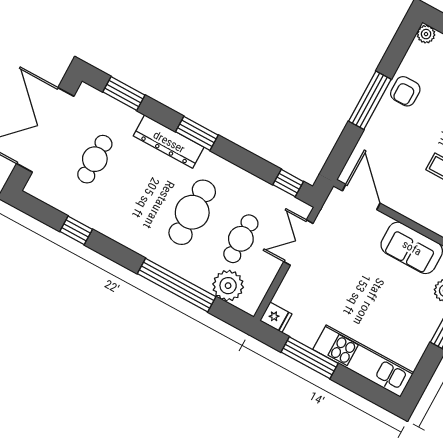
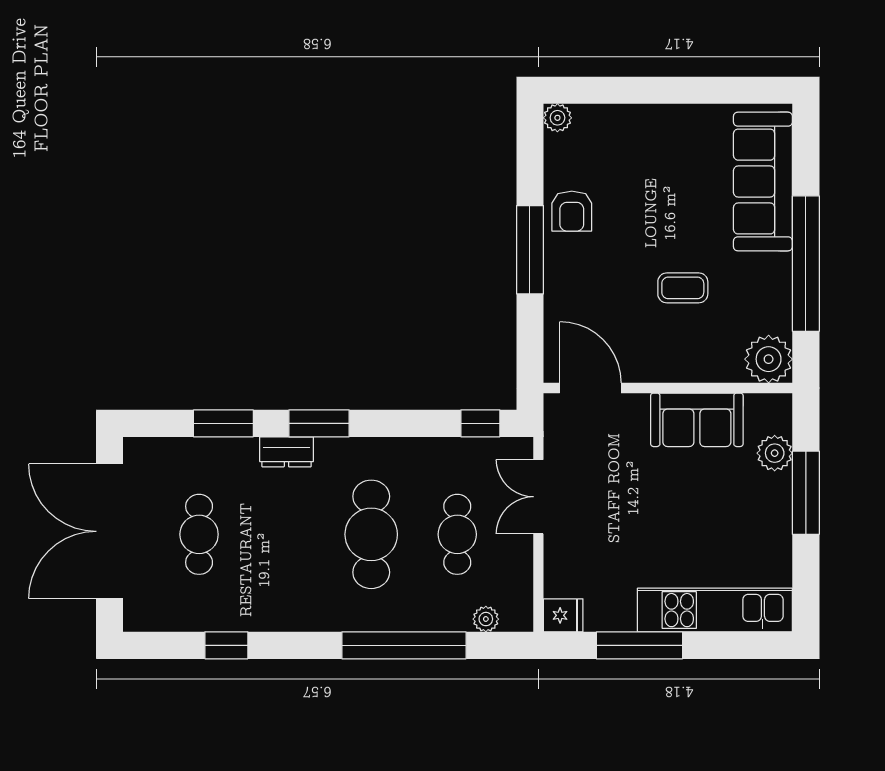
window: (124, 94) -> (223, 423), moved
dresser: (169, 142) -> (286, 452), width x0.51, depth x0.80
plant: (228, 286) -> (486, 619), width x0.53, depth x0.53

